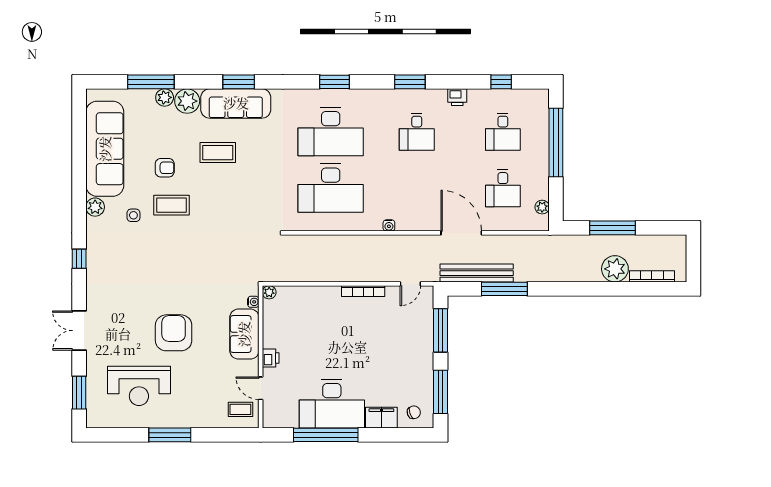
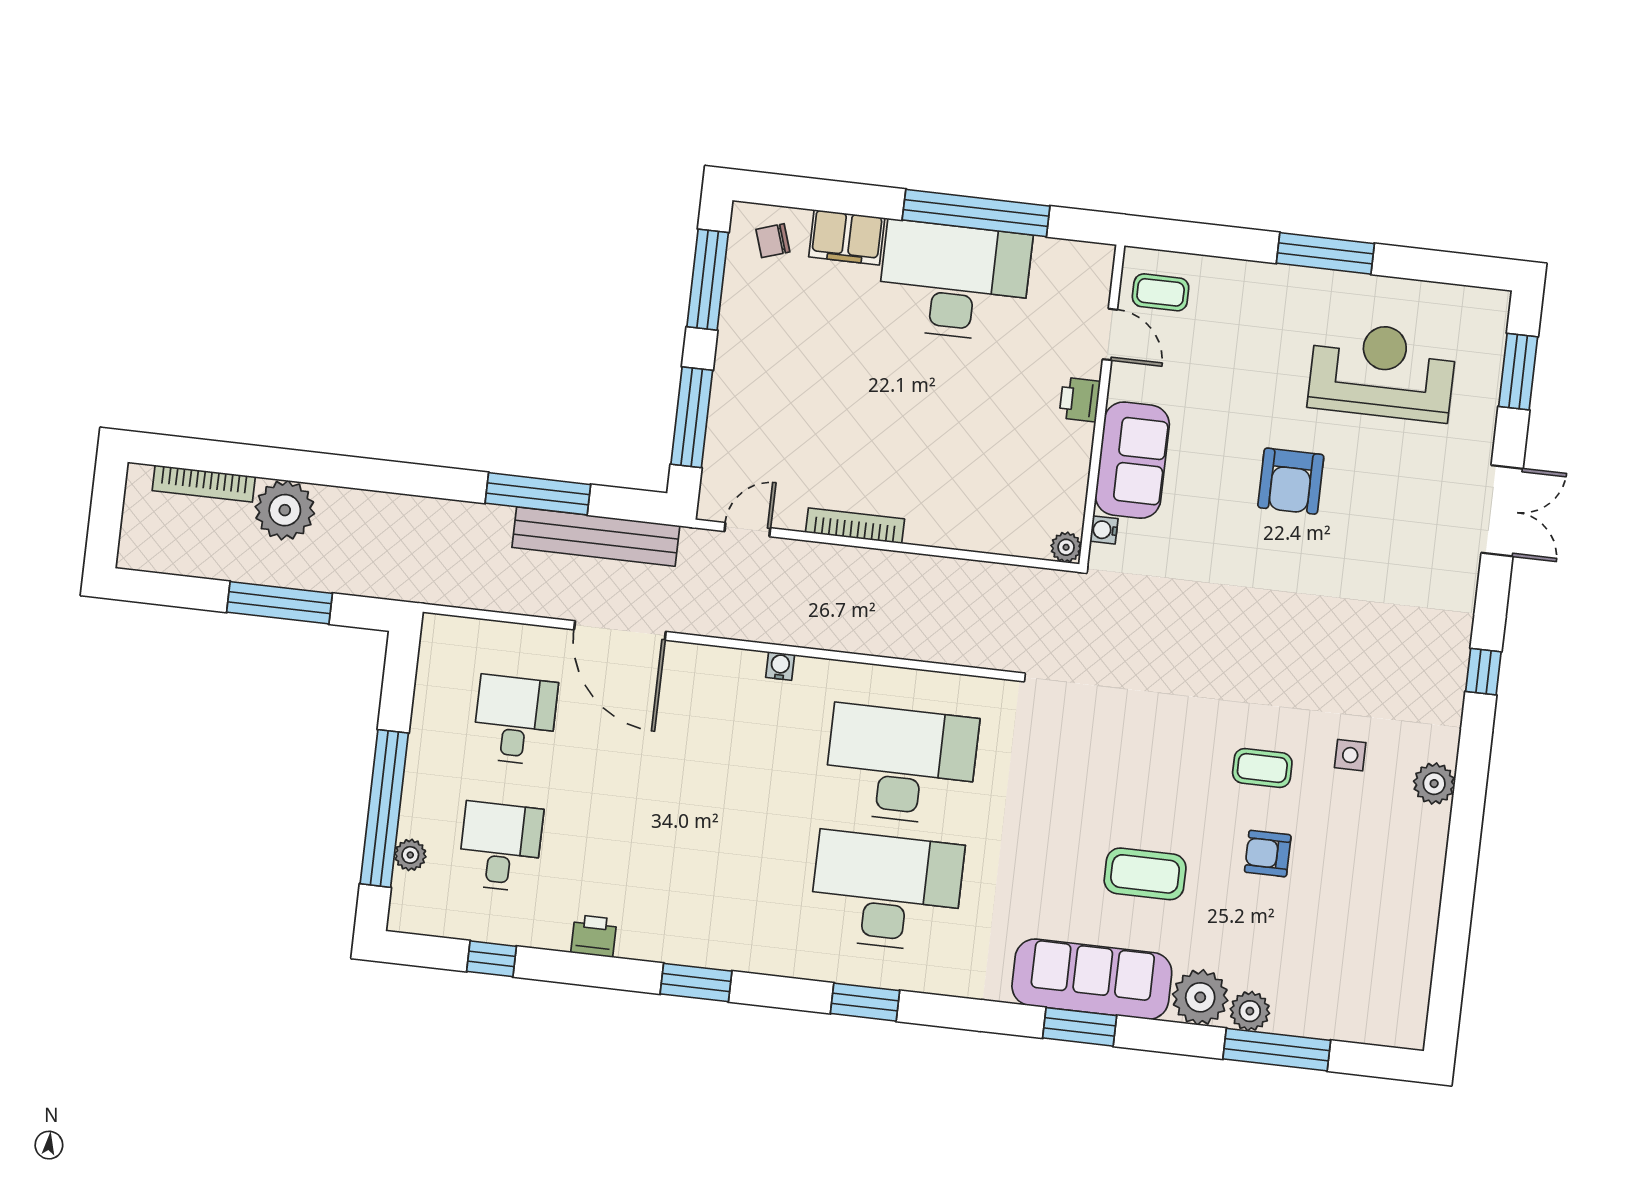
desk: (417, 132) -> (693, 869), removed
sofa: (105, 149) -> (1397, 912), removed
coffee table: (171, 205) -> (1262, 768), width x0.73, depth x0.77
plant: (542, 207) -> (410, 855), moved
armchair: (174, 333) -> (1291, 481), width x0.73, depth x0.73

